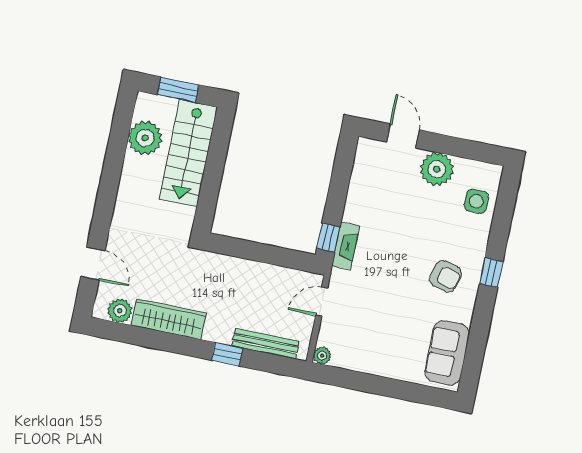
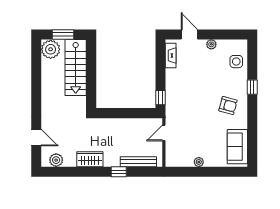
plant: (145, 138) -> (51, 49), moved
plant: (437, 169) -> (211, 44), width x0.53, depth x0.53
fireplace: (346, 246) -> (171, 55), moved
window: (491, 273) -> (252, 87), moved
wardrobe: (169, 319) -> (90, 159), width x0.67
plant: (322, 356) -> (199, 162), moved

